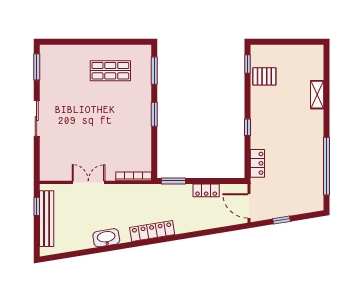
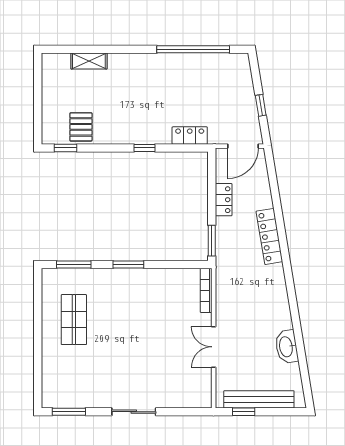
shelving: (317, 95) -> (89, 61), moved
locker: (152, 231) -> (269, 236), moved
washbasin: (106, 238) -> (287, 347), moved

